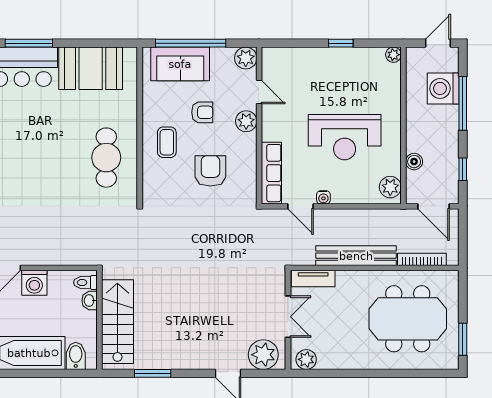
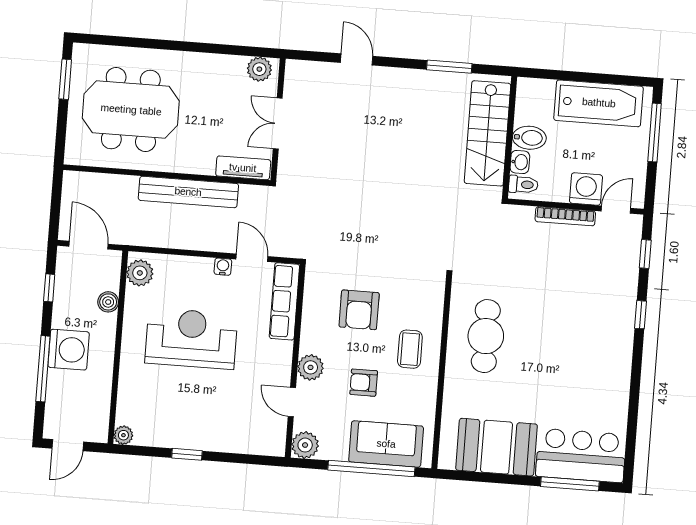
washing machine: (443, 88) -> (69, 350), moved
bookcase: (422, 259) -> (565, 216), moved
plant: (263, 355) -> (312, 79), removed
bidet: (76, 356) -> (529, 138), moved, turned -90

